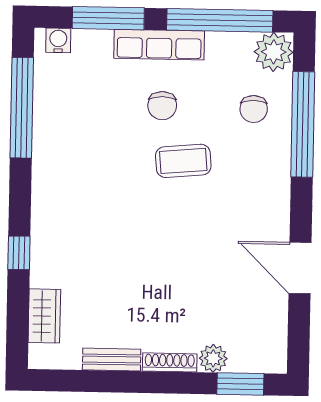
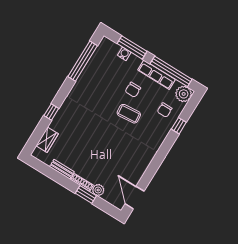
water cooler: (58, 40) -> (124, 54), moved
row of seats: (159, 45) -> (157, 75), moved
window: (303, 124) -> (179, 126), width x0.32
door: (300, 268) -> (135, 198), moved
window: (240, 384) -> (86, 195), moved

